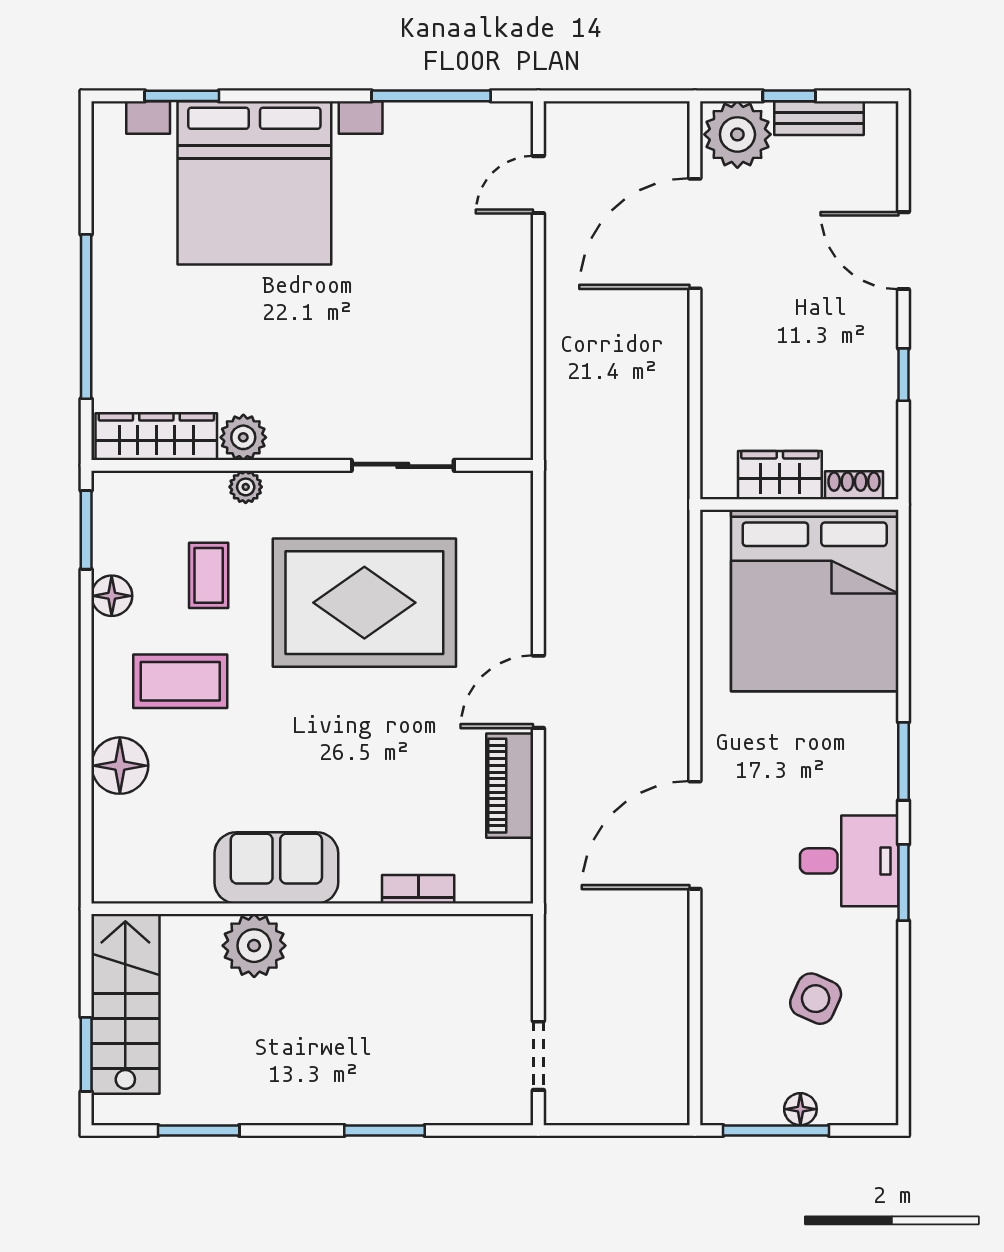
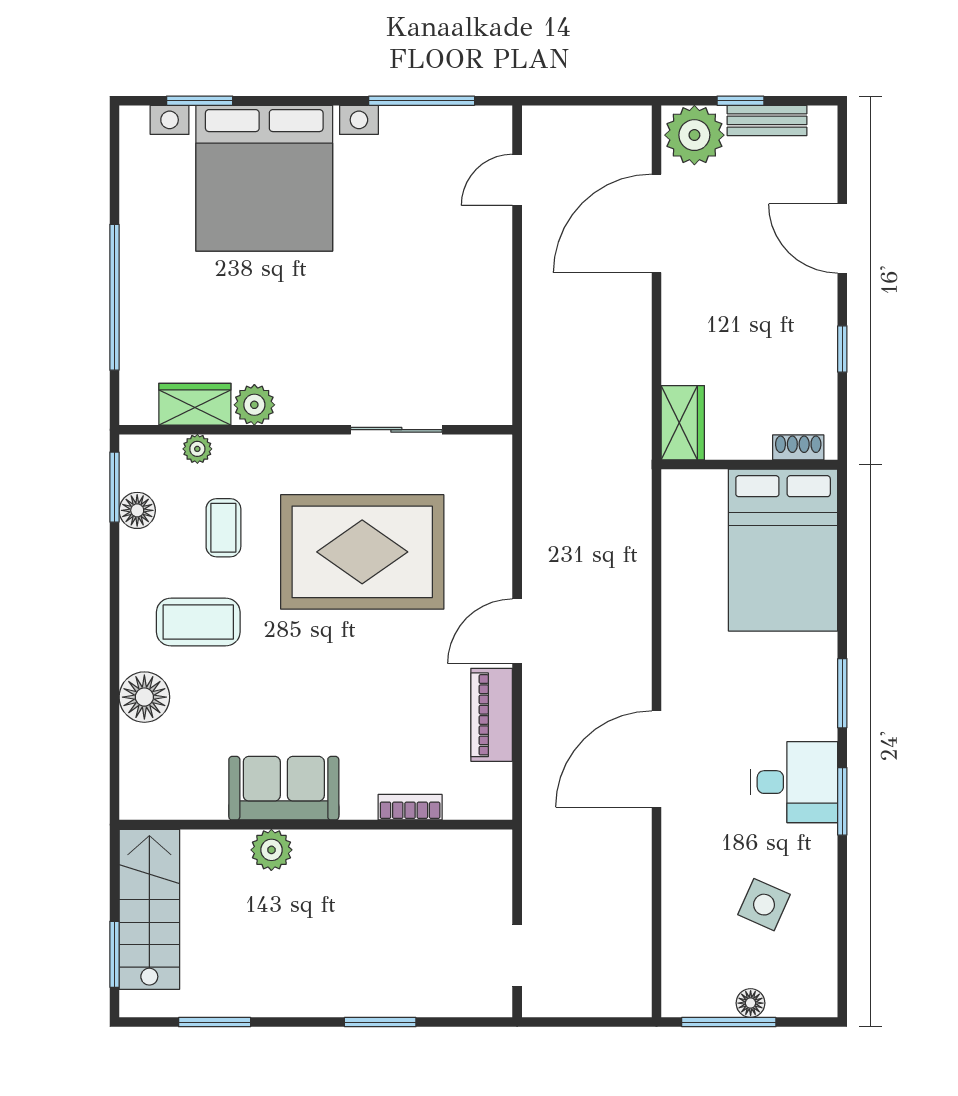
wardrobe: (156, 437) -> (195, 404), width x0.67
wardrobe: (780, 475) -> (683, 423), moved, turned 90
plant: (246, 487) -> (197, 449), moved
floor lamp: (112, 596) -> (137, 510), moved
bed: (815, 601) -> (783, 550), width x0.73
plant: (254, 946) -> (271, 850), width x0.73, depth x0.73

